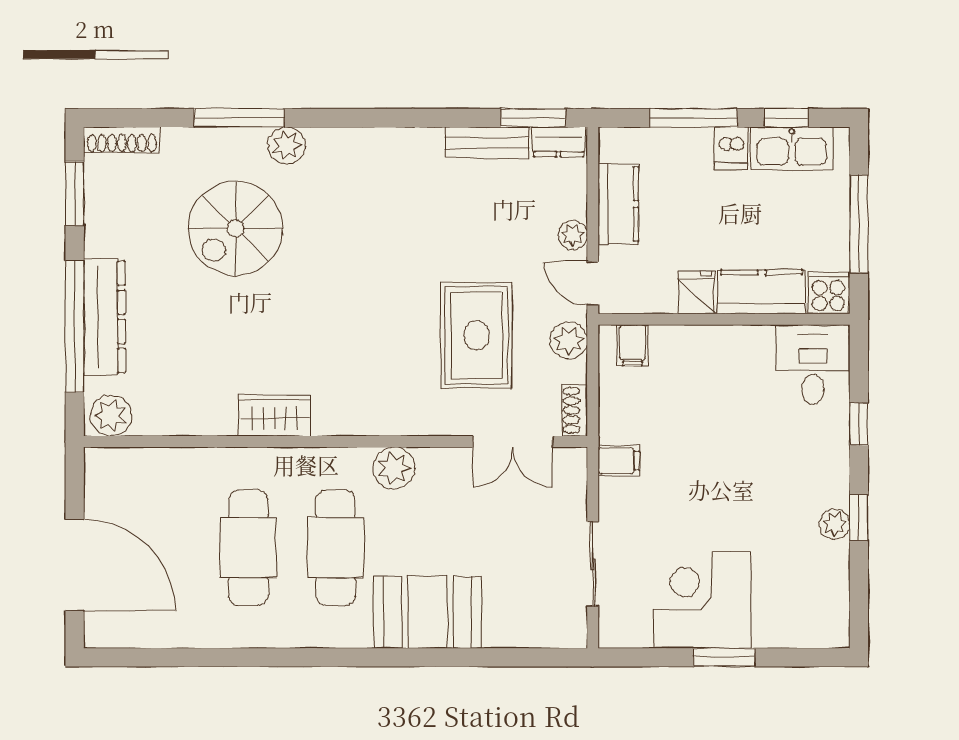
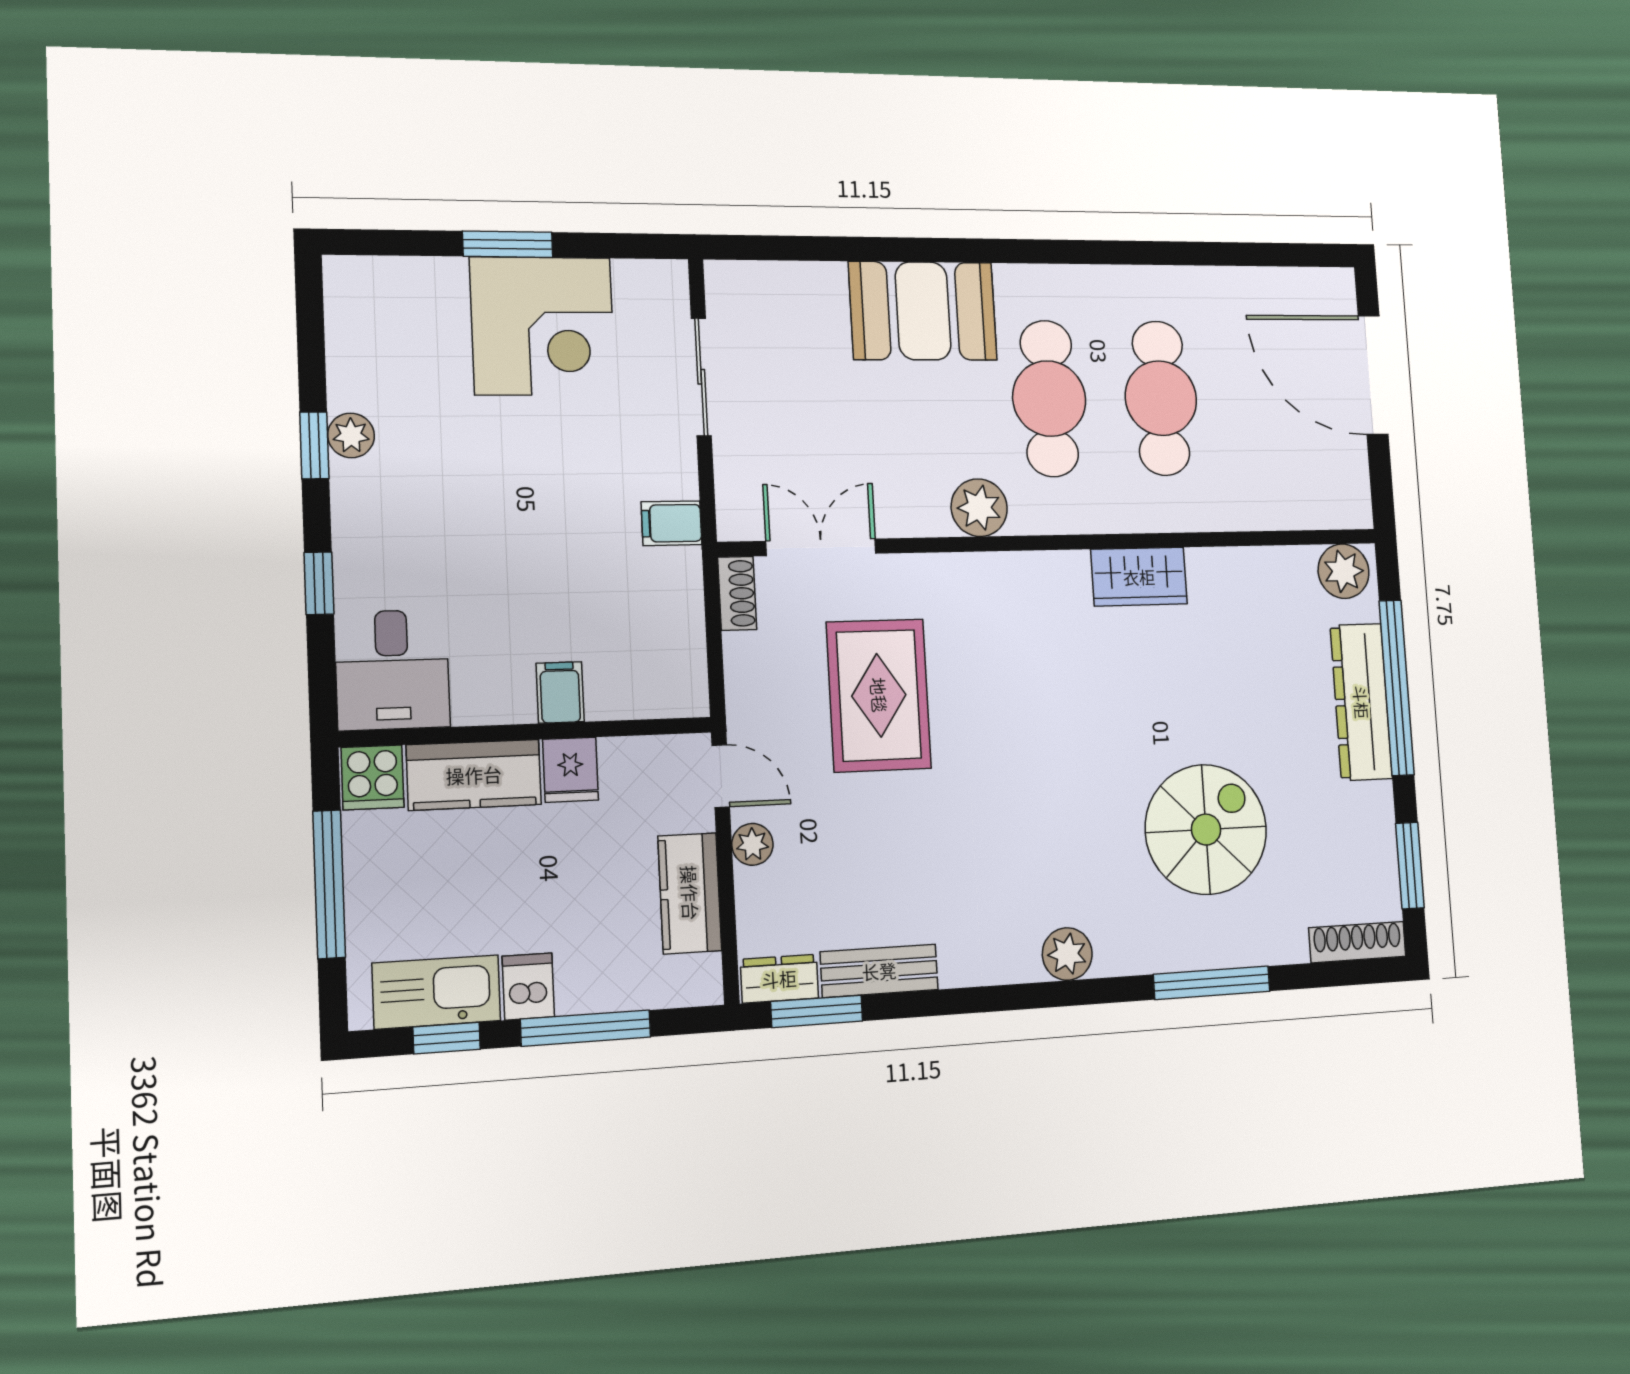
plant: (287, 145) -> (1067, 954), moved
plant: (569, 341) -> (751, 692), removed
filing cabinet: (633, 345) -> (560, 692), moved

